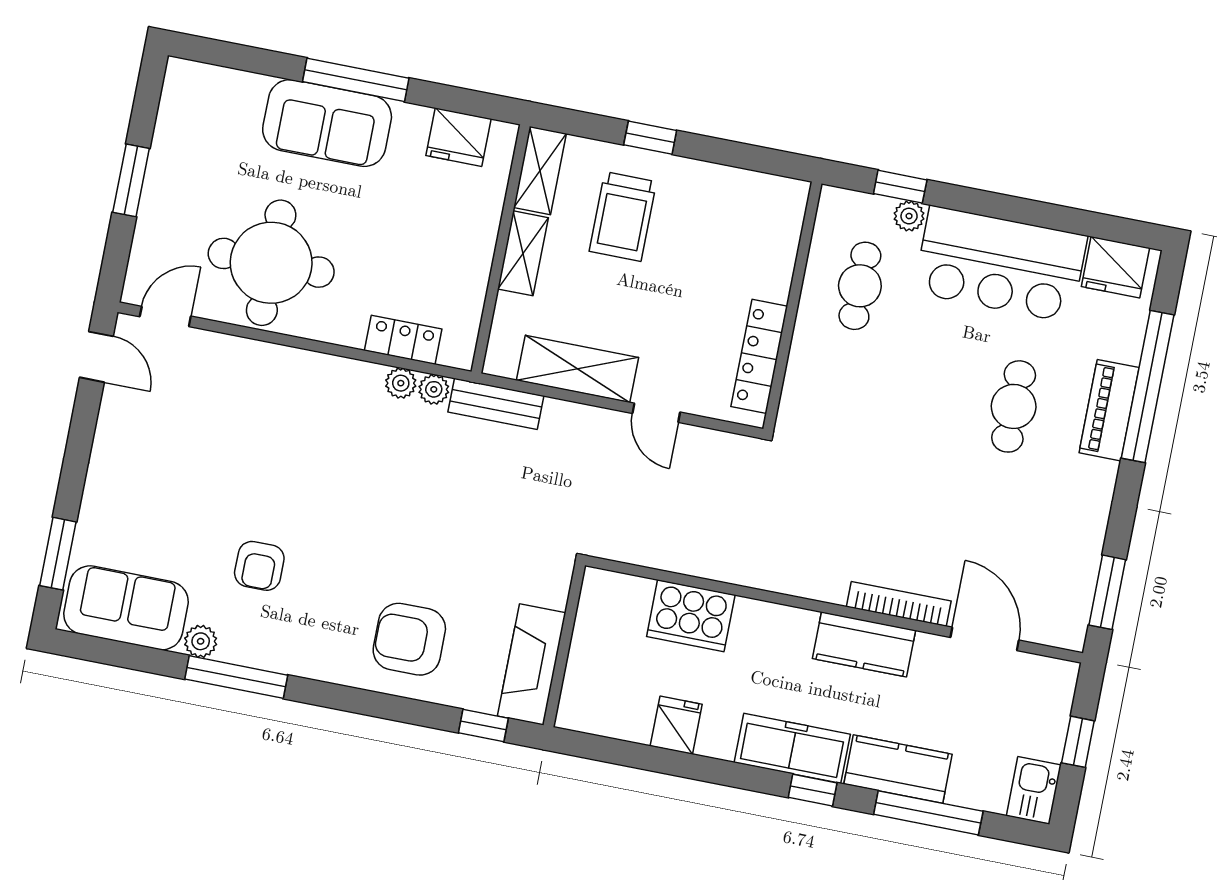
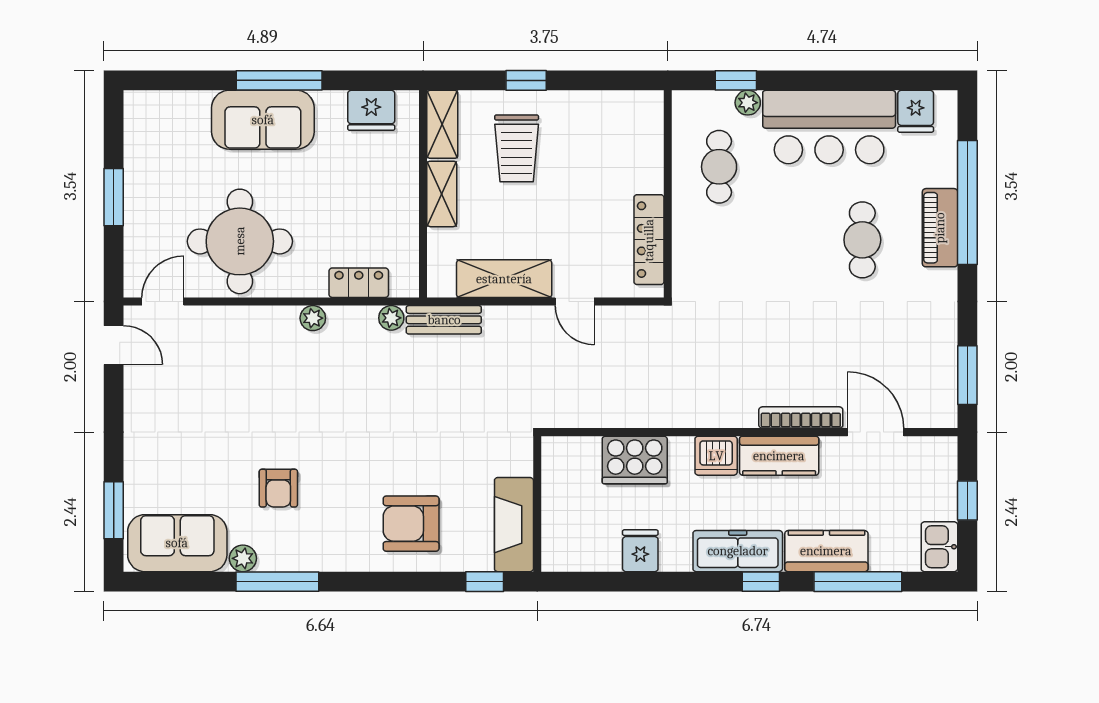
fridge: (1115, 267) -> (916, 111), width x0.72
plant: (401, 383) -> (313, 318), moved
dishwasher: (789, 630) -> (716, 456), added

